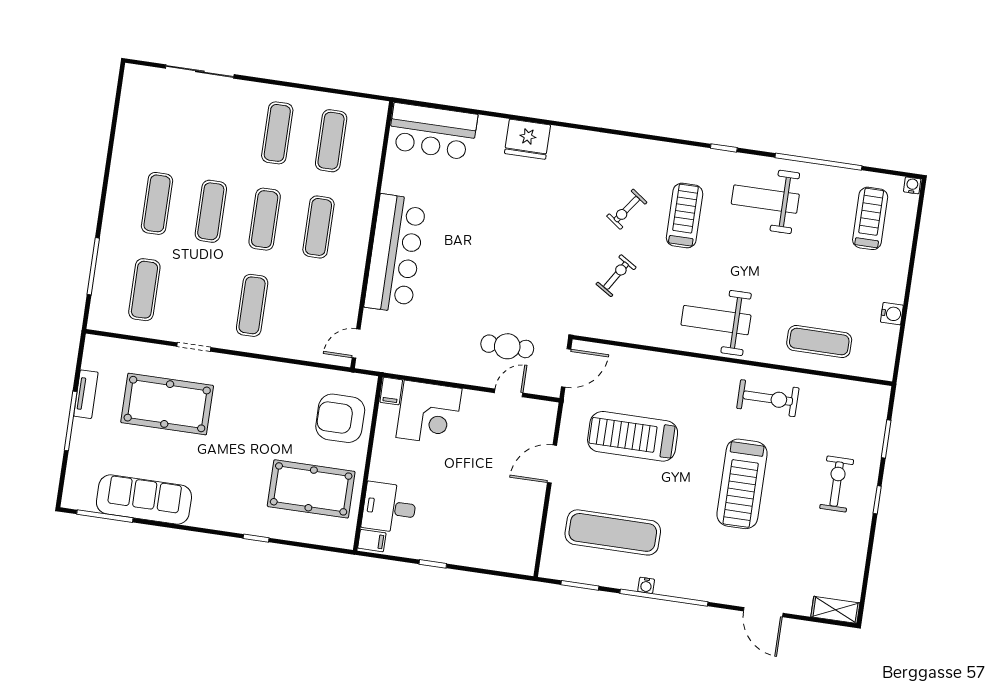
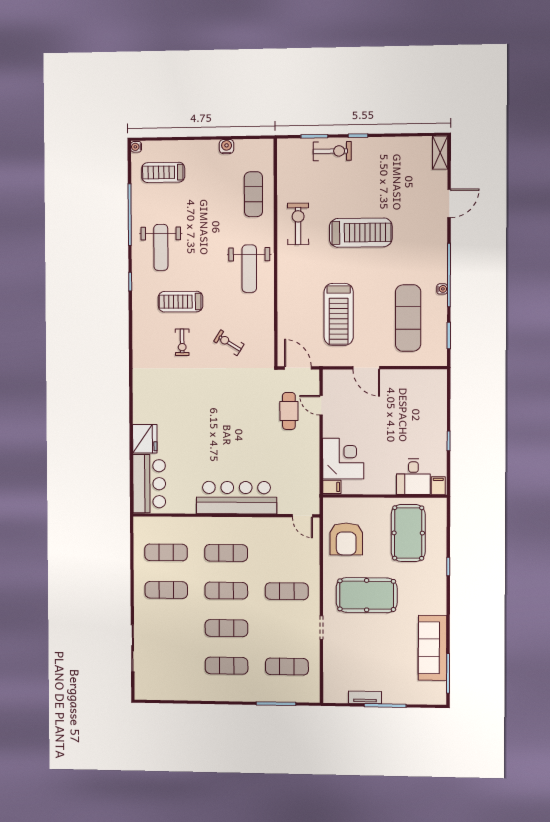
fridge: (527, 139) -> (145, 439), moved
exercise bike: (627, 209) -> (182, 342), turned 54
pool table: (167, 404) -> (367, 595), moved, turned 90
armchair: (340, 418) -> (346, 539), moved
exercise bike: (837, 484) -> (332, 151), moved, turned 180

